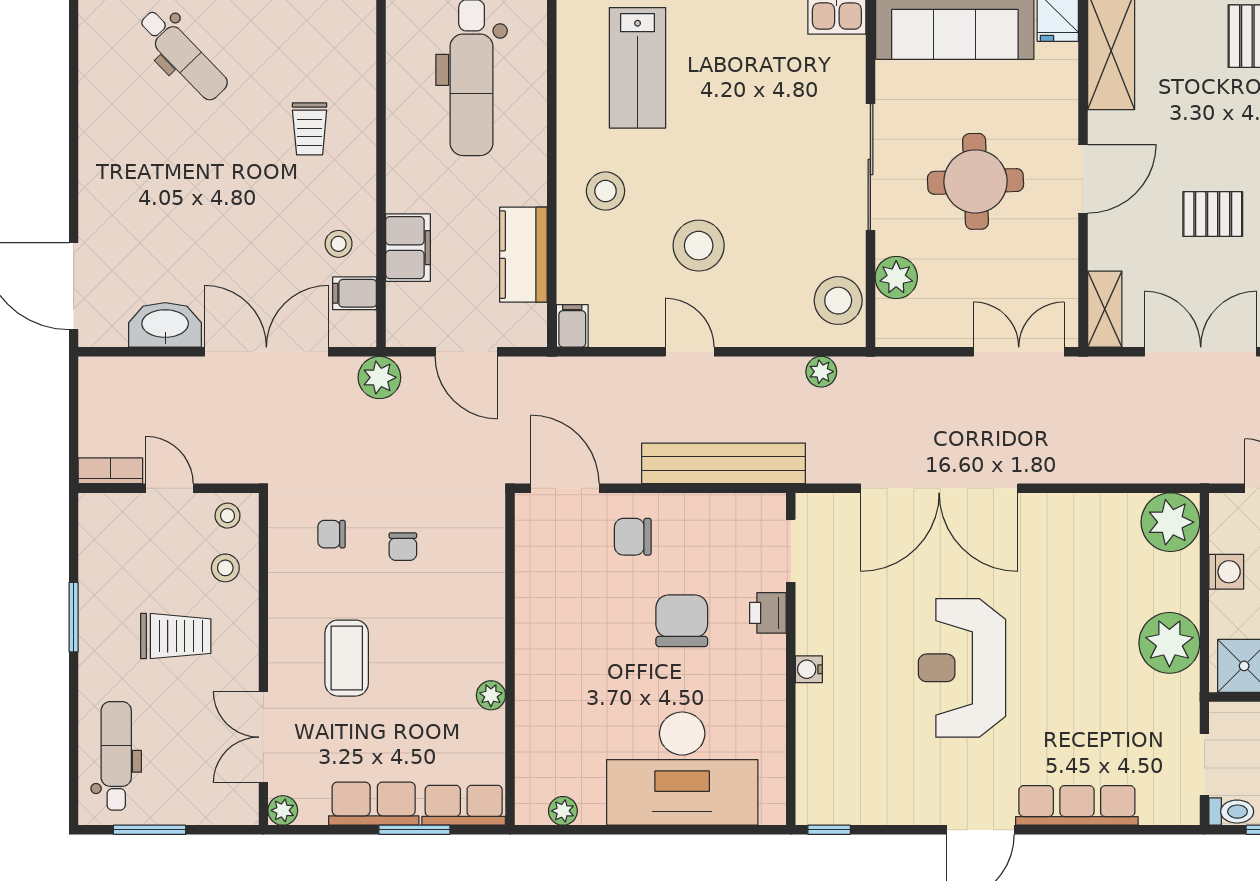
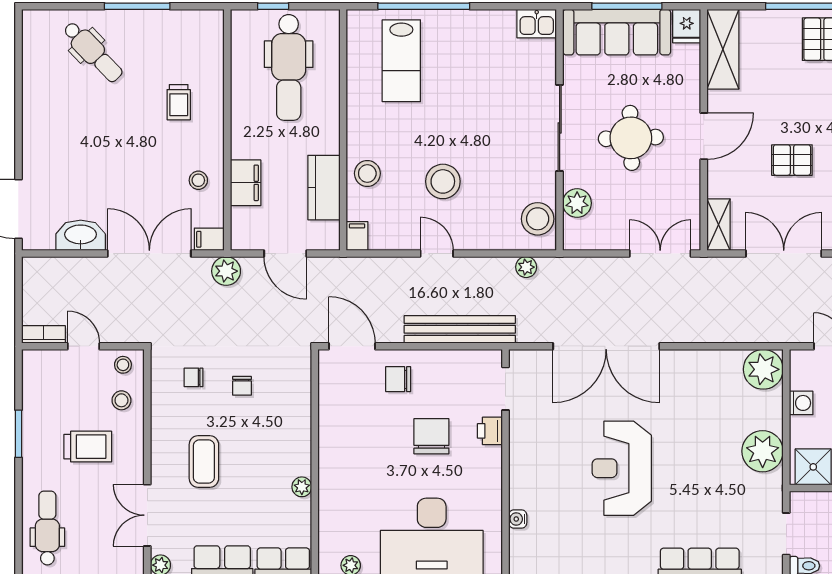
stool: (606, 191) -> (367, 173), moved
filing cabinet: (355, 293) -> (209, 239), moved
water cooler: (809, 669) -> (518, 519), moved

